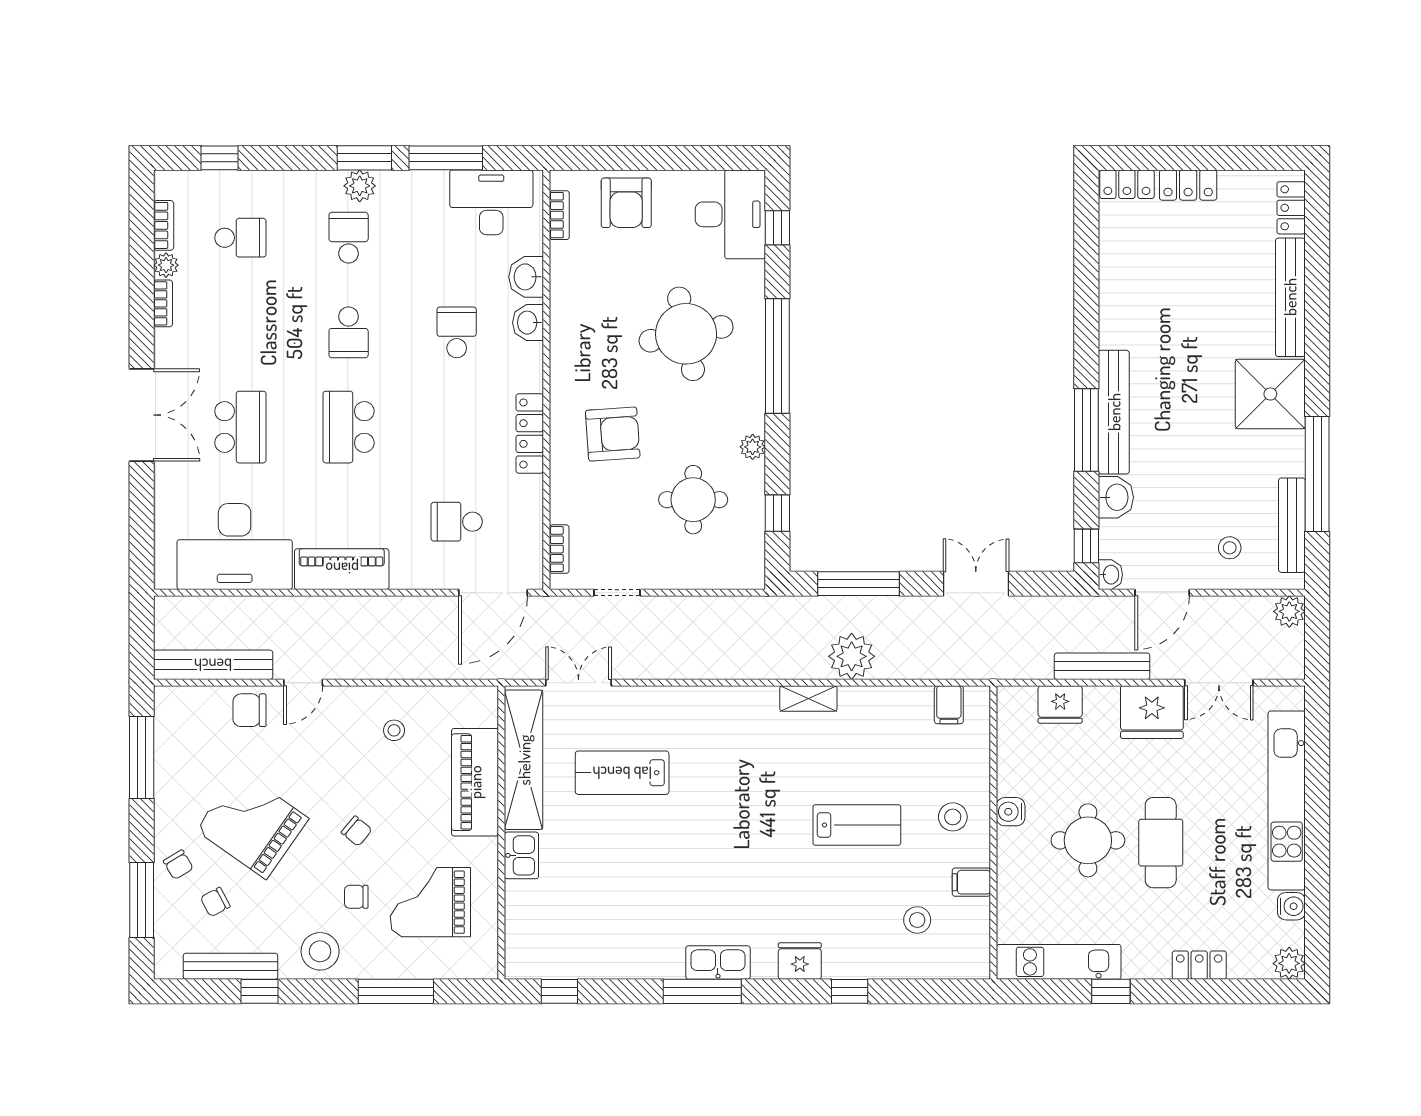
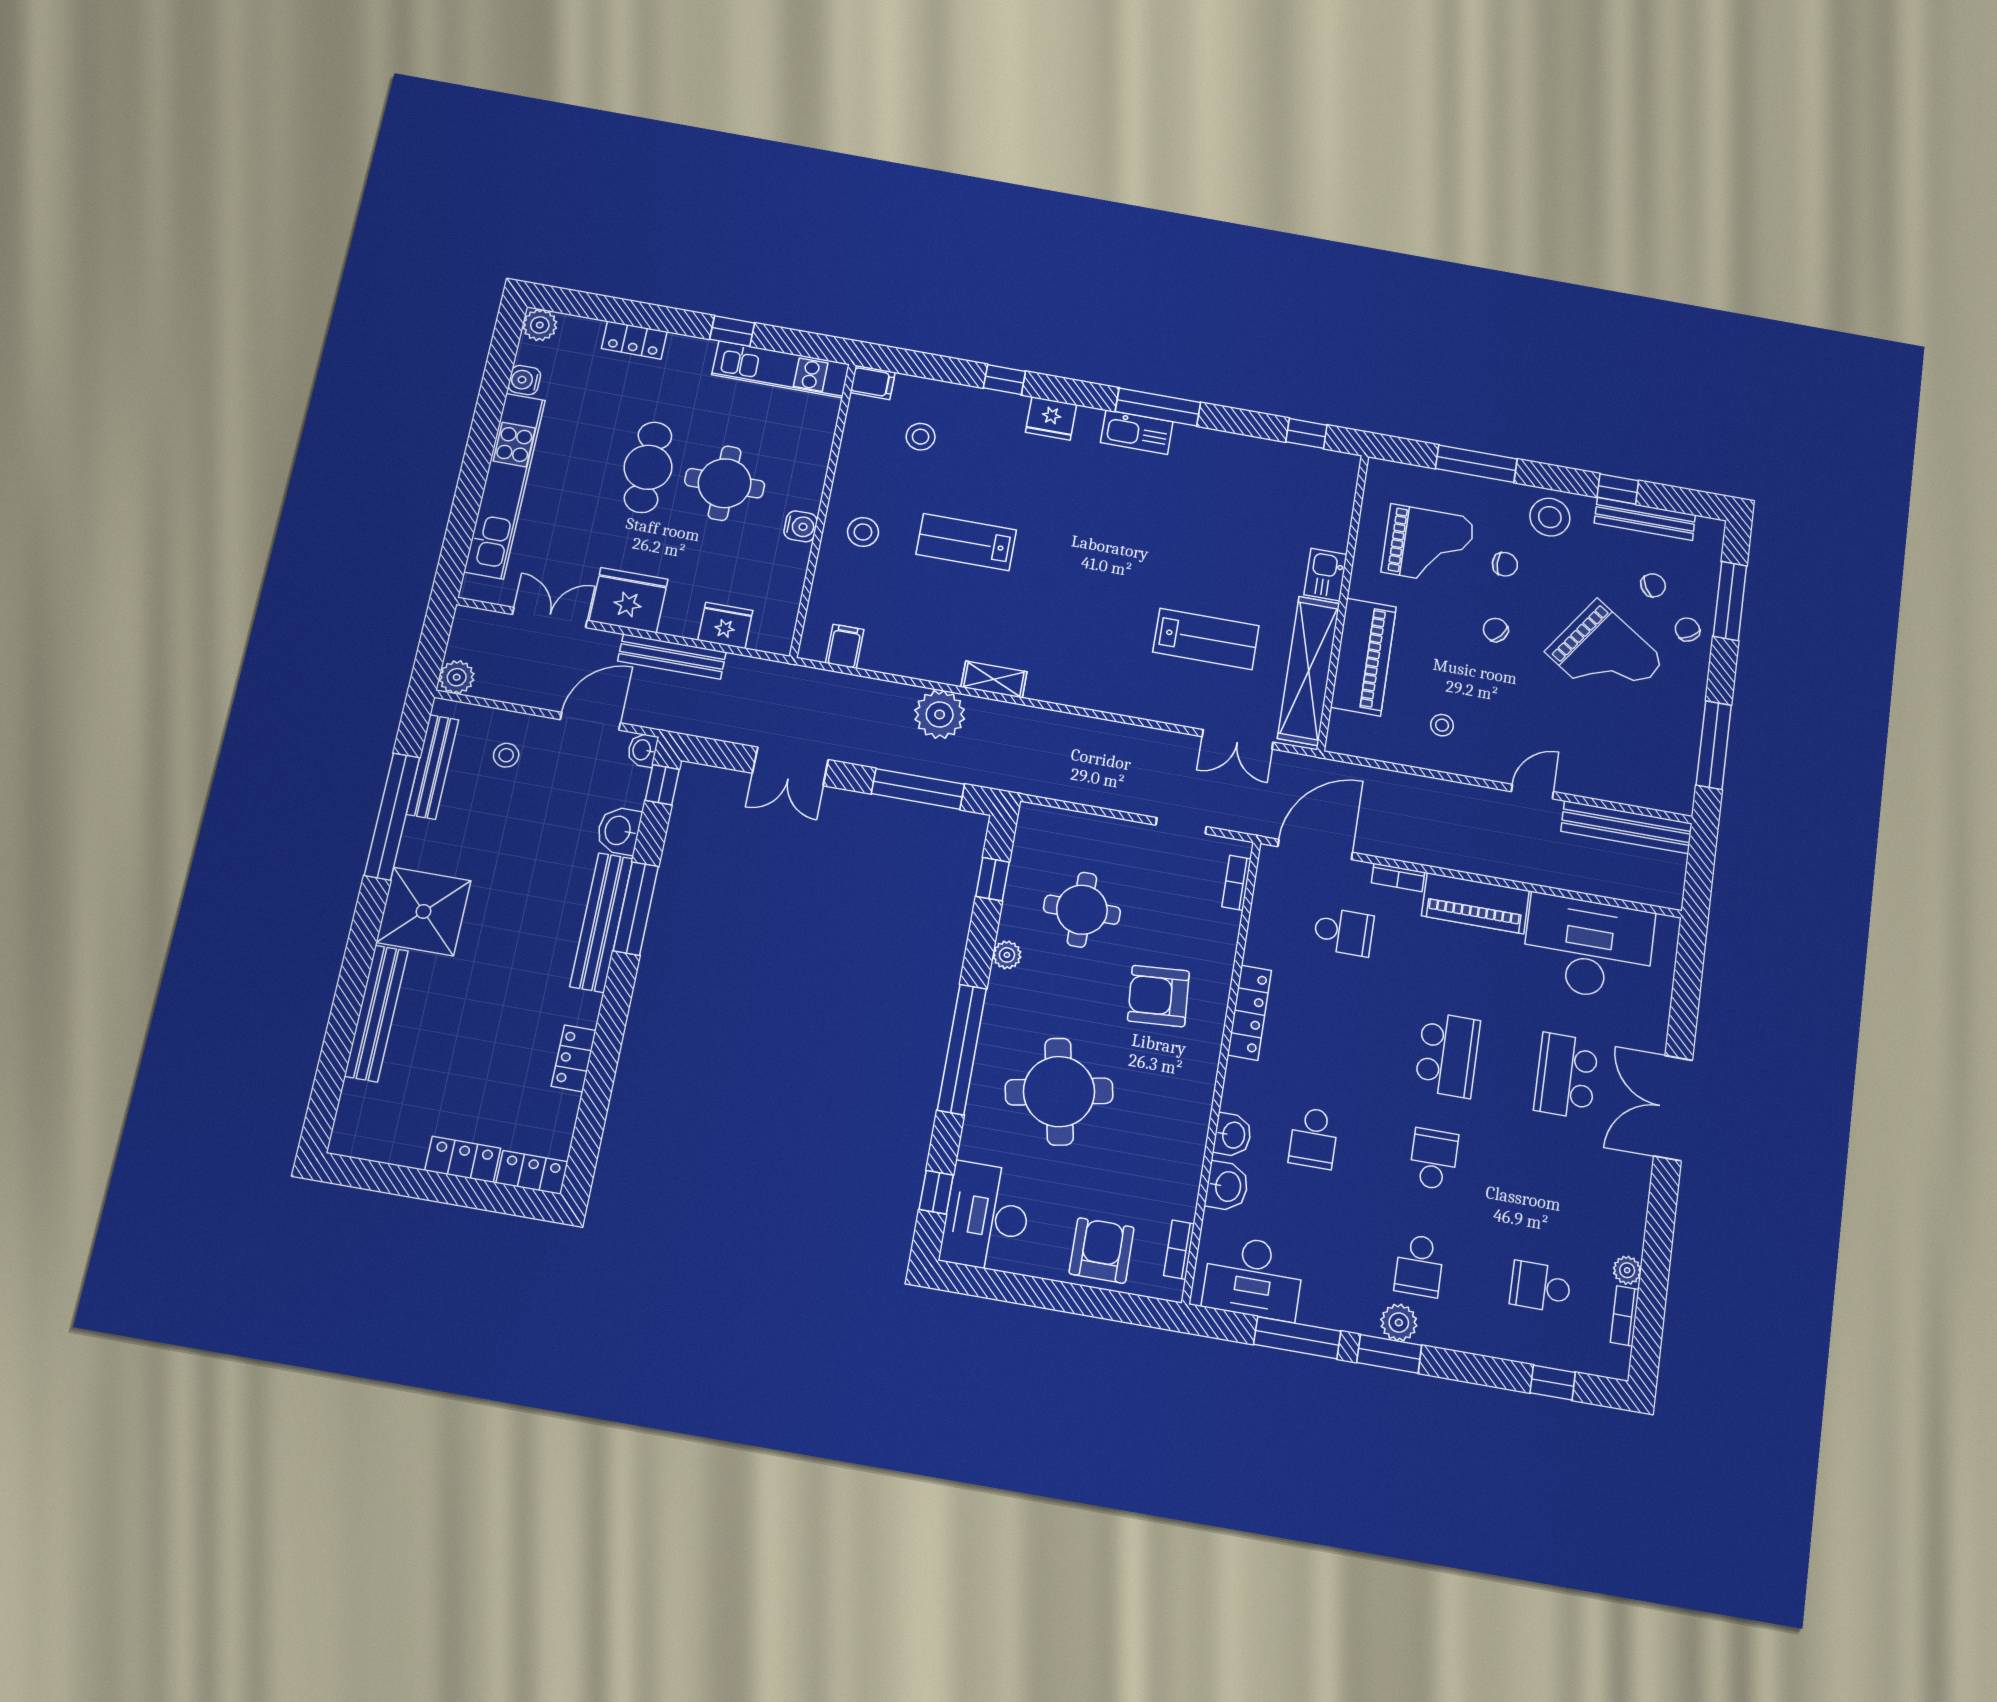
locker: (1291, 208) -> (574, 1058), moved, turned 180
bookcase: (163, 303) -> (1398, 878), moved, turned -90
chair: (250, 710) -> (1593, 773), removed
filing cabinet: (971, 882) -> (873, 382), moved

